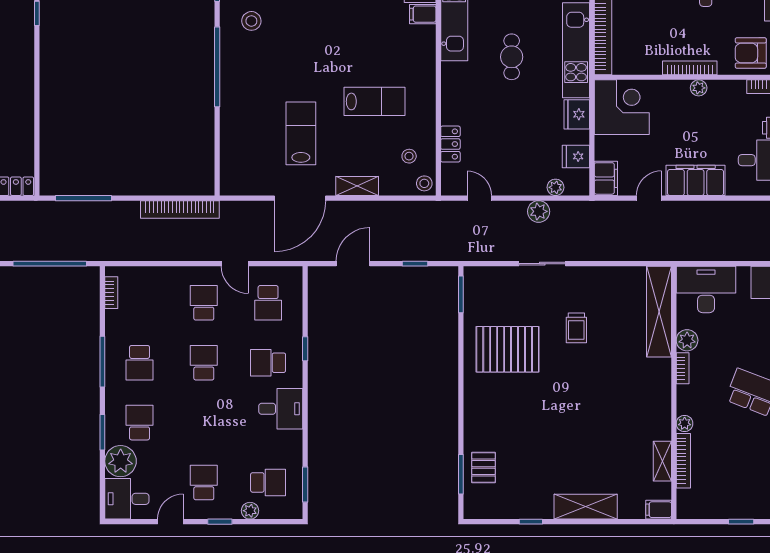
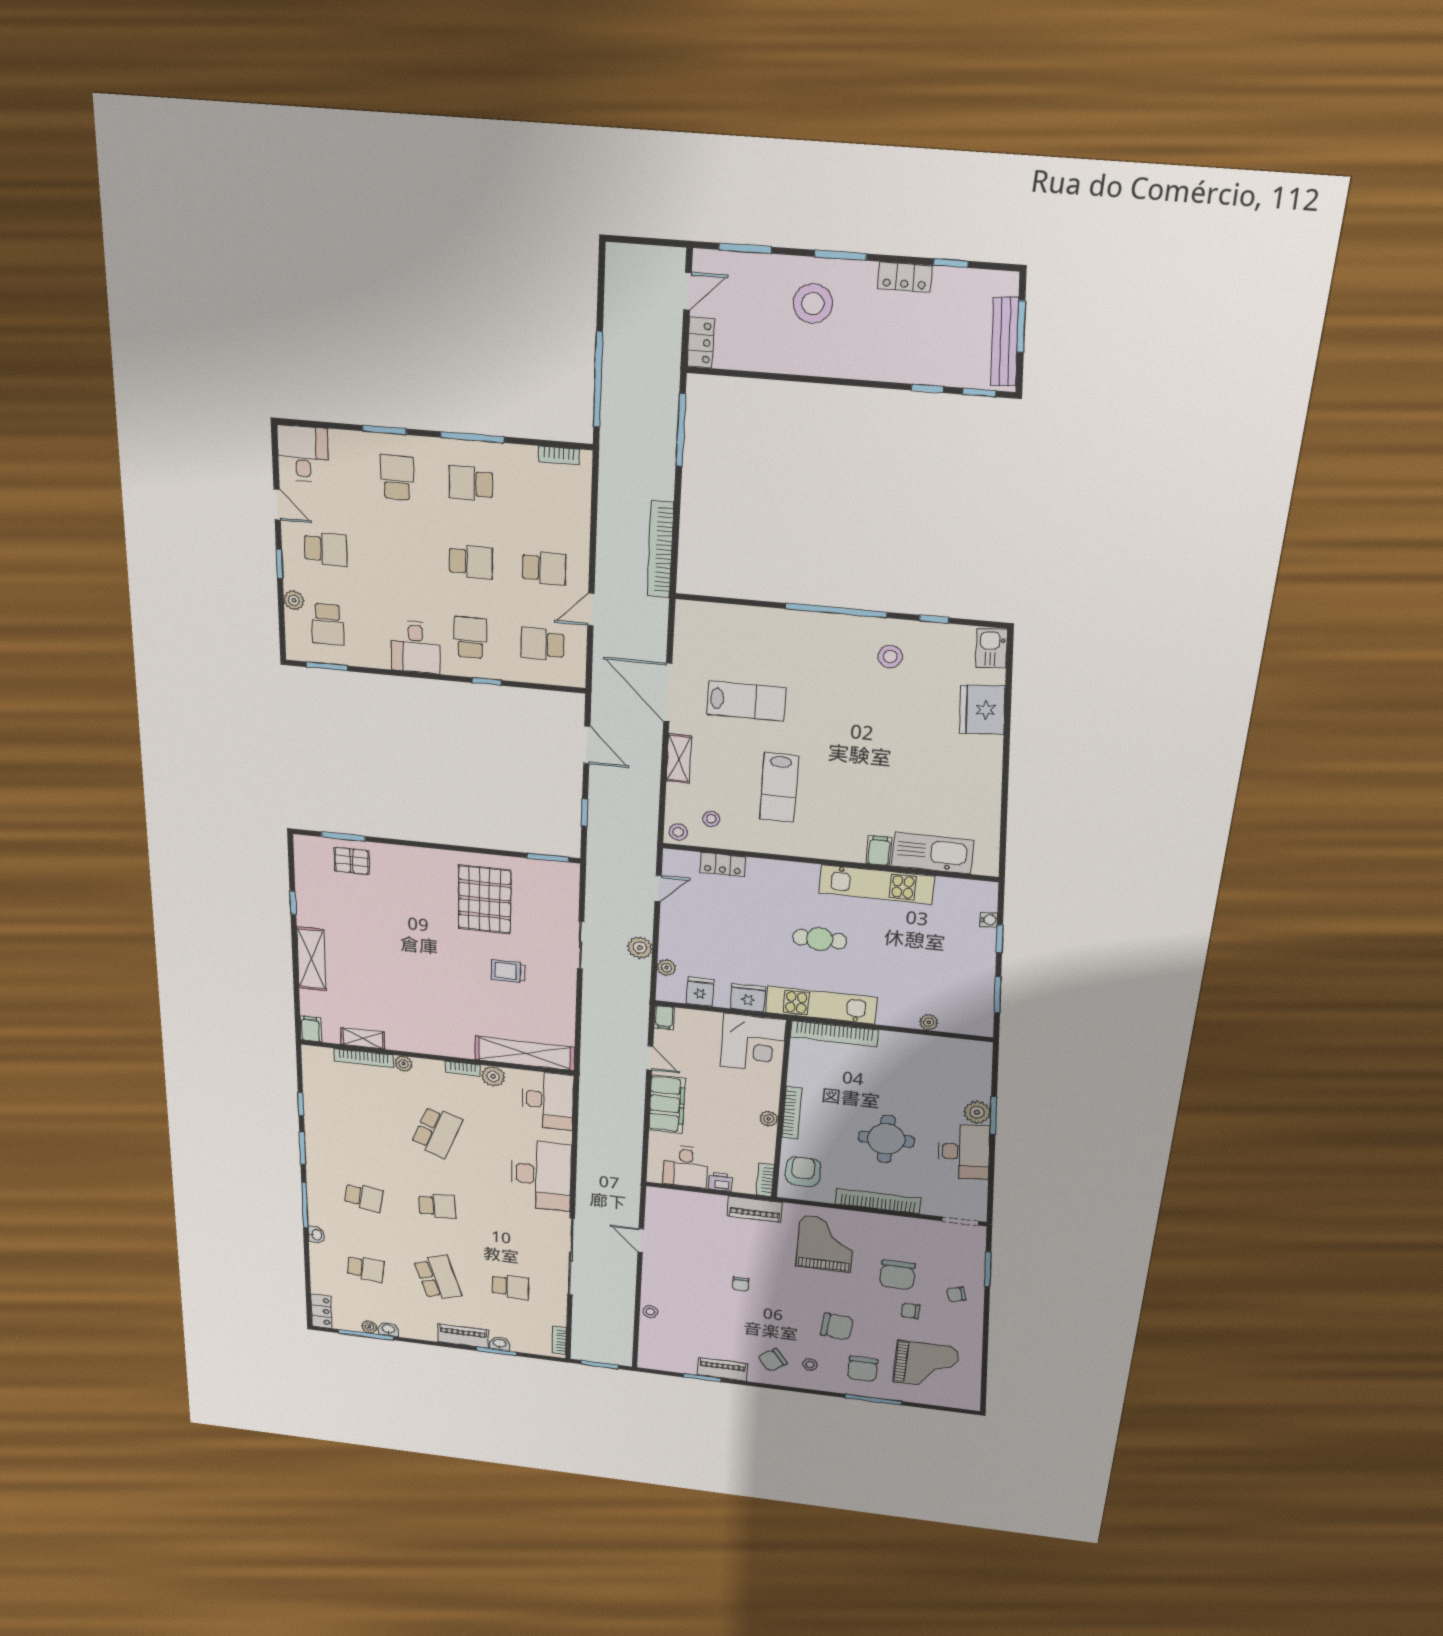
filing cabinet: (606, 178) -> (664, 1018), width x0.50
school desk: (140, 423) -> (397, 477), turned -90
plant: (121, 461) -> (349, 450), removed

